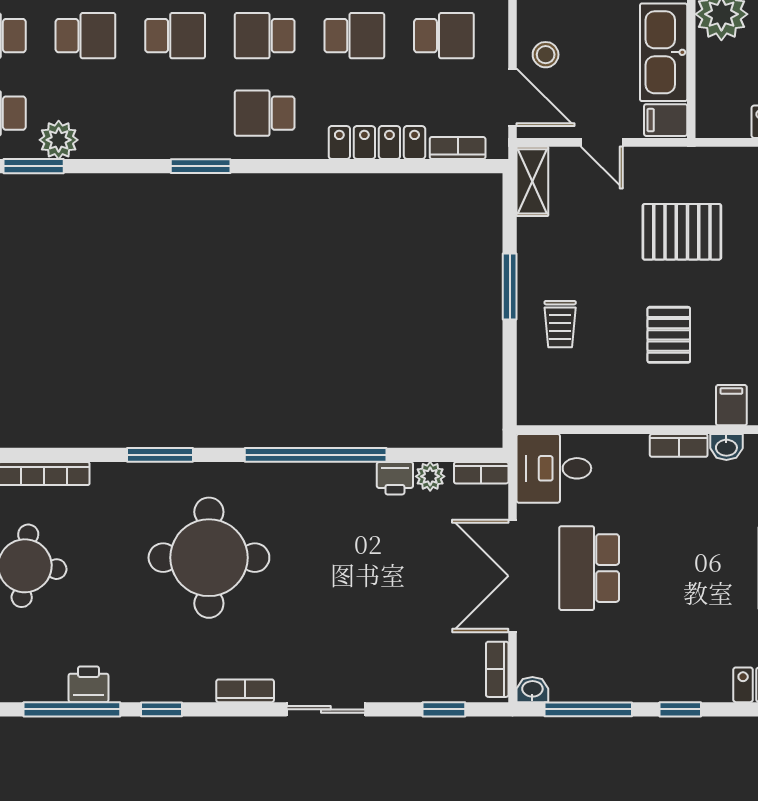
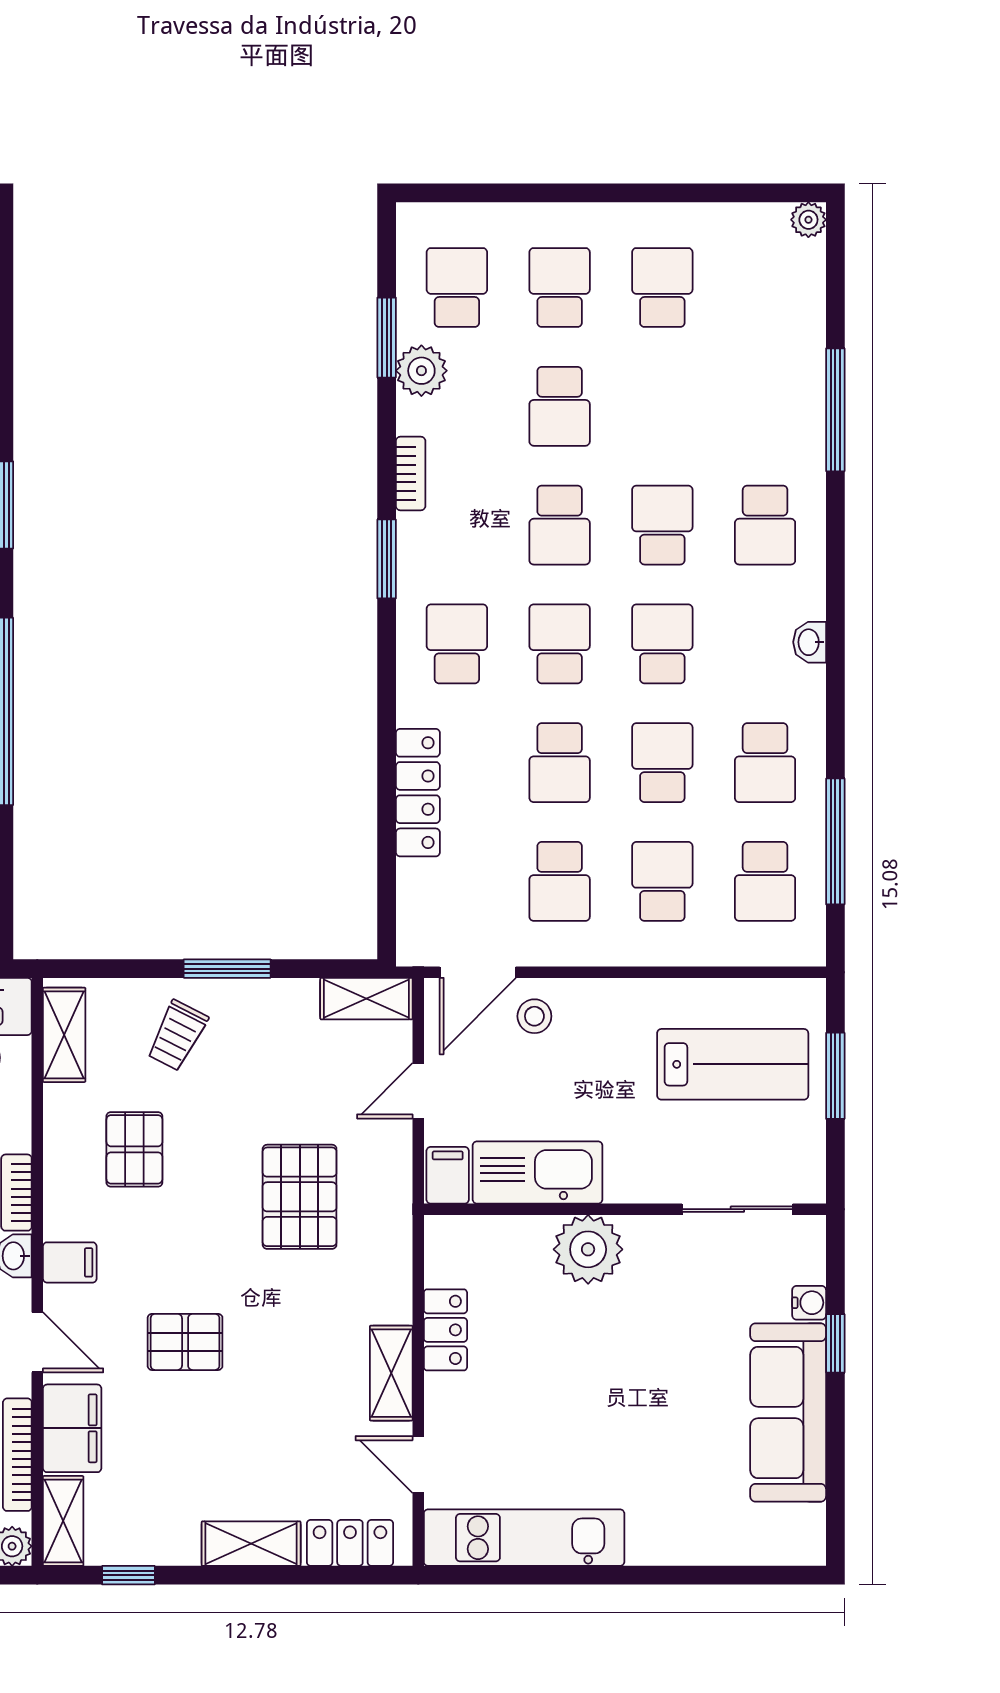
bookcase: (458, 148) -> (411, 474), moved
trolley: (560, 324) -> (177, 1035), turned -63
pallet: (669, 335) -> (134, 1149), moved, turned 90
shelving: (560, 409) -> (64, 1035), added

